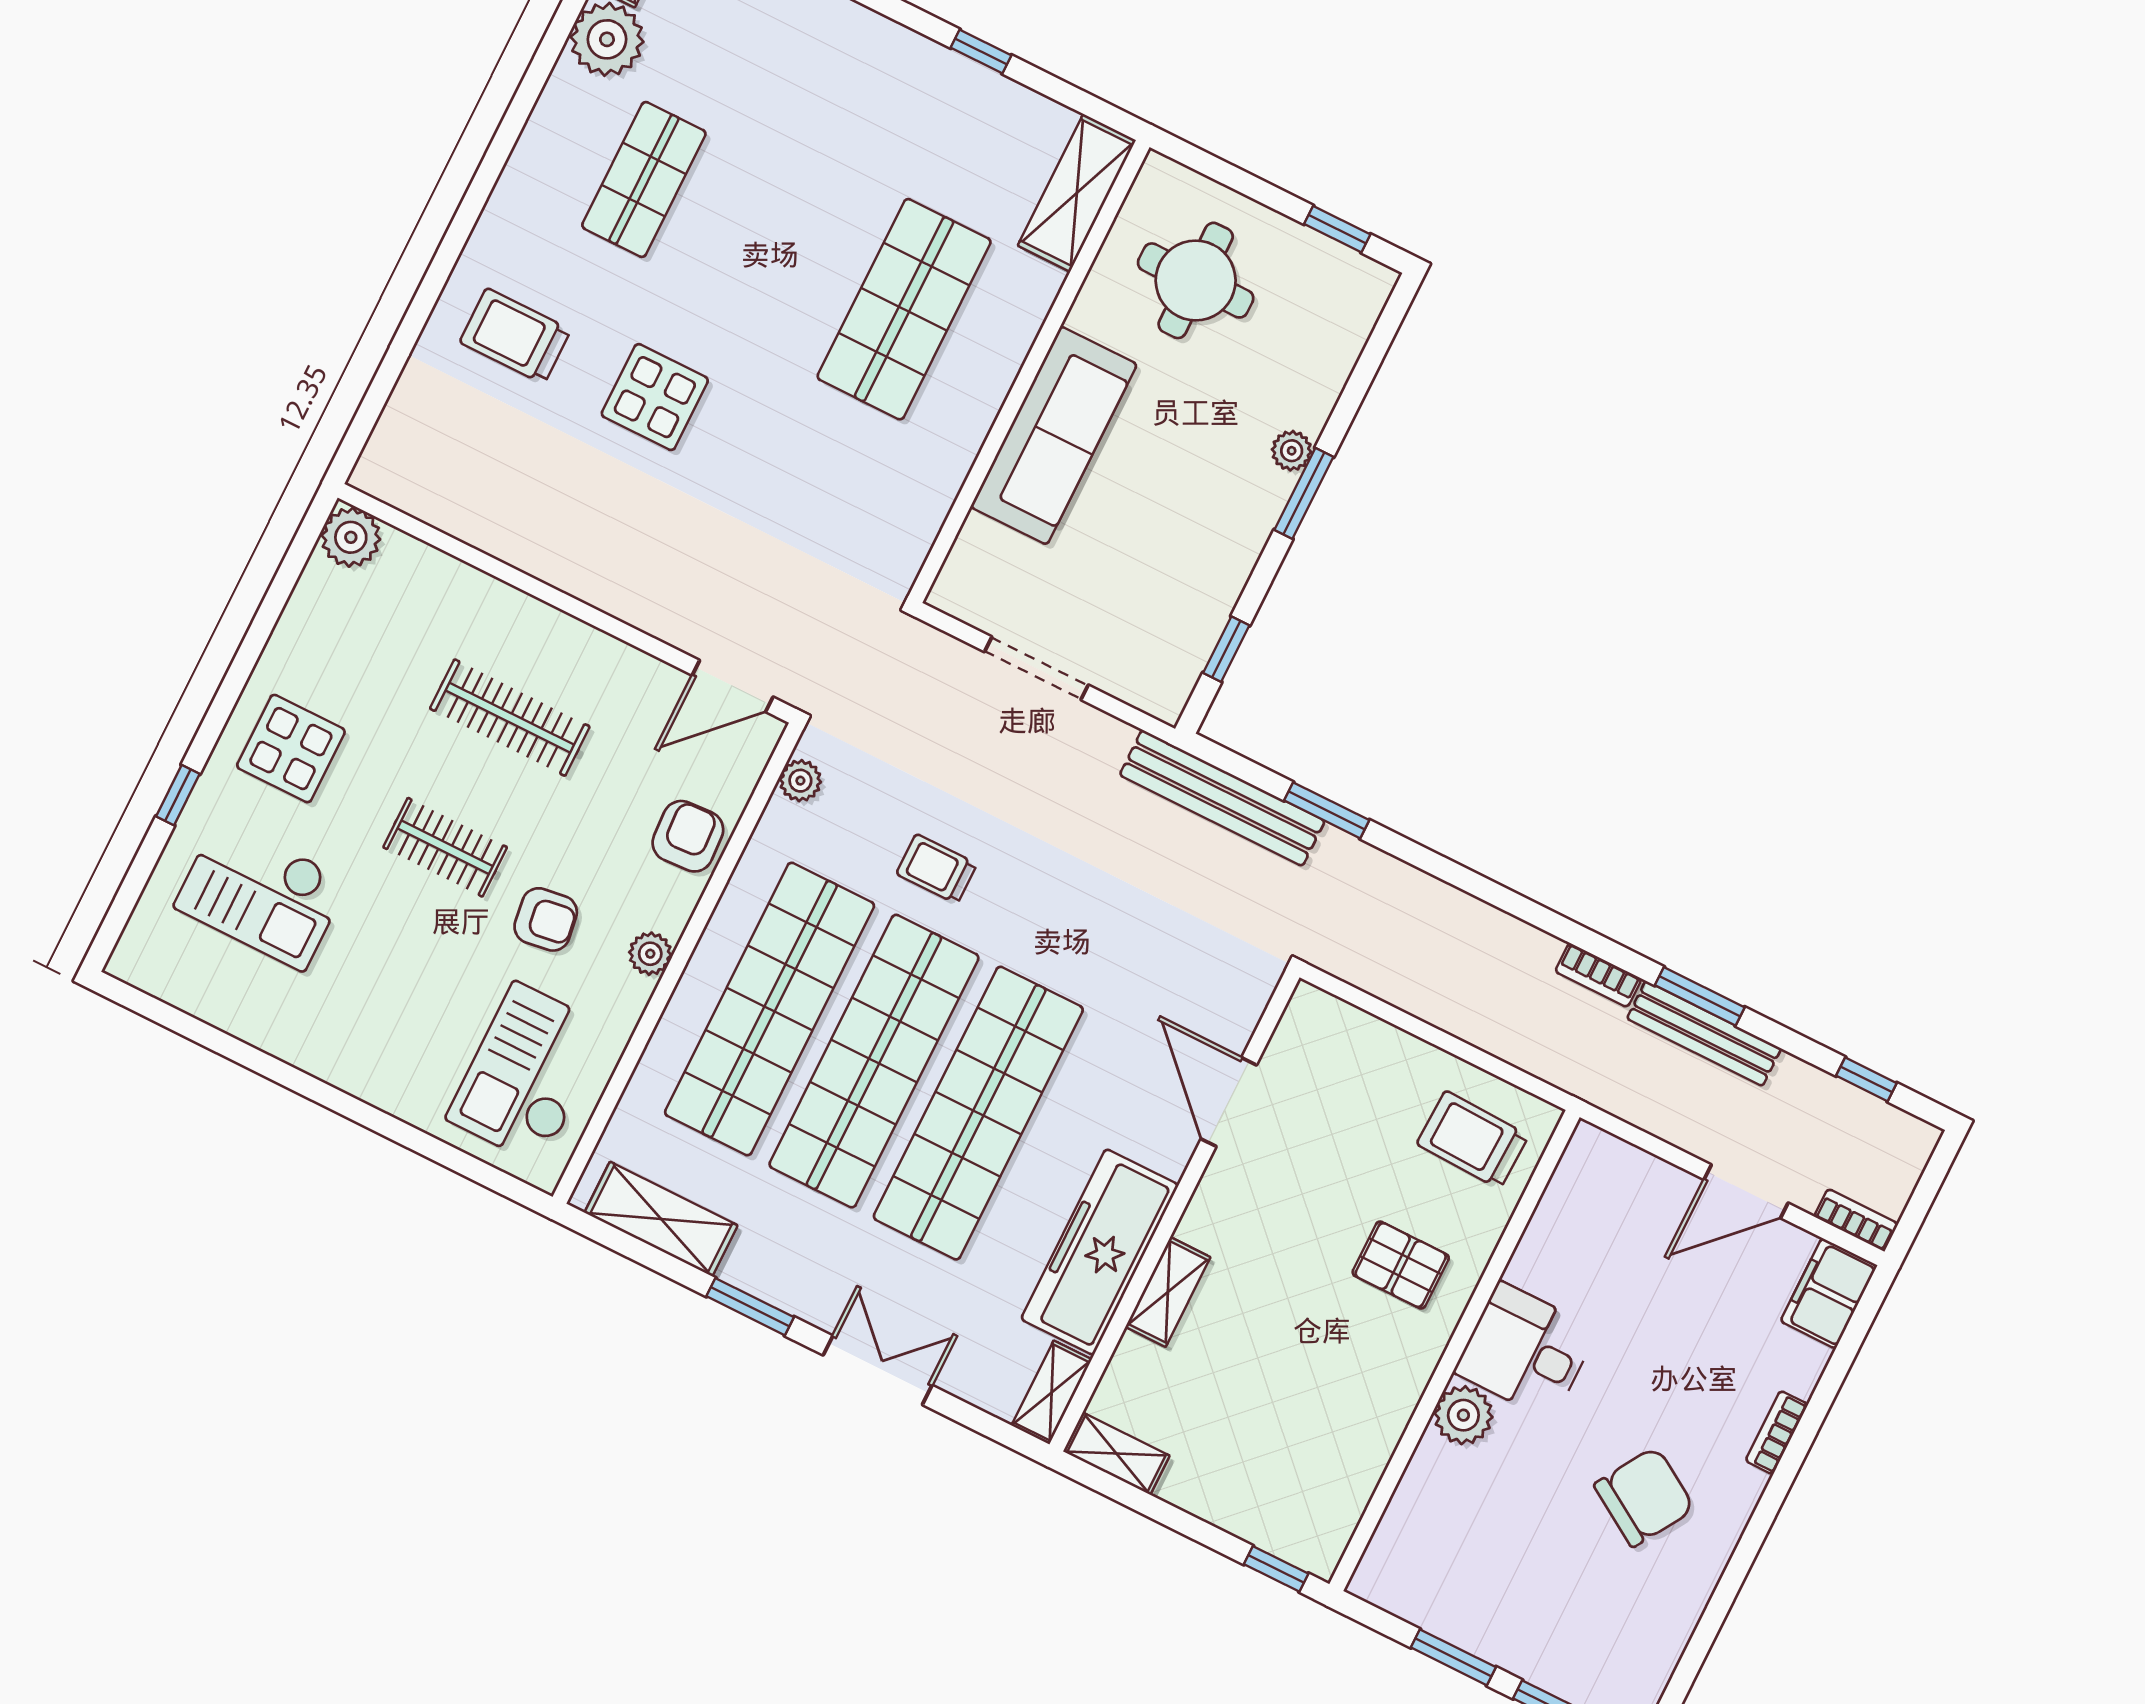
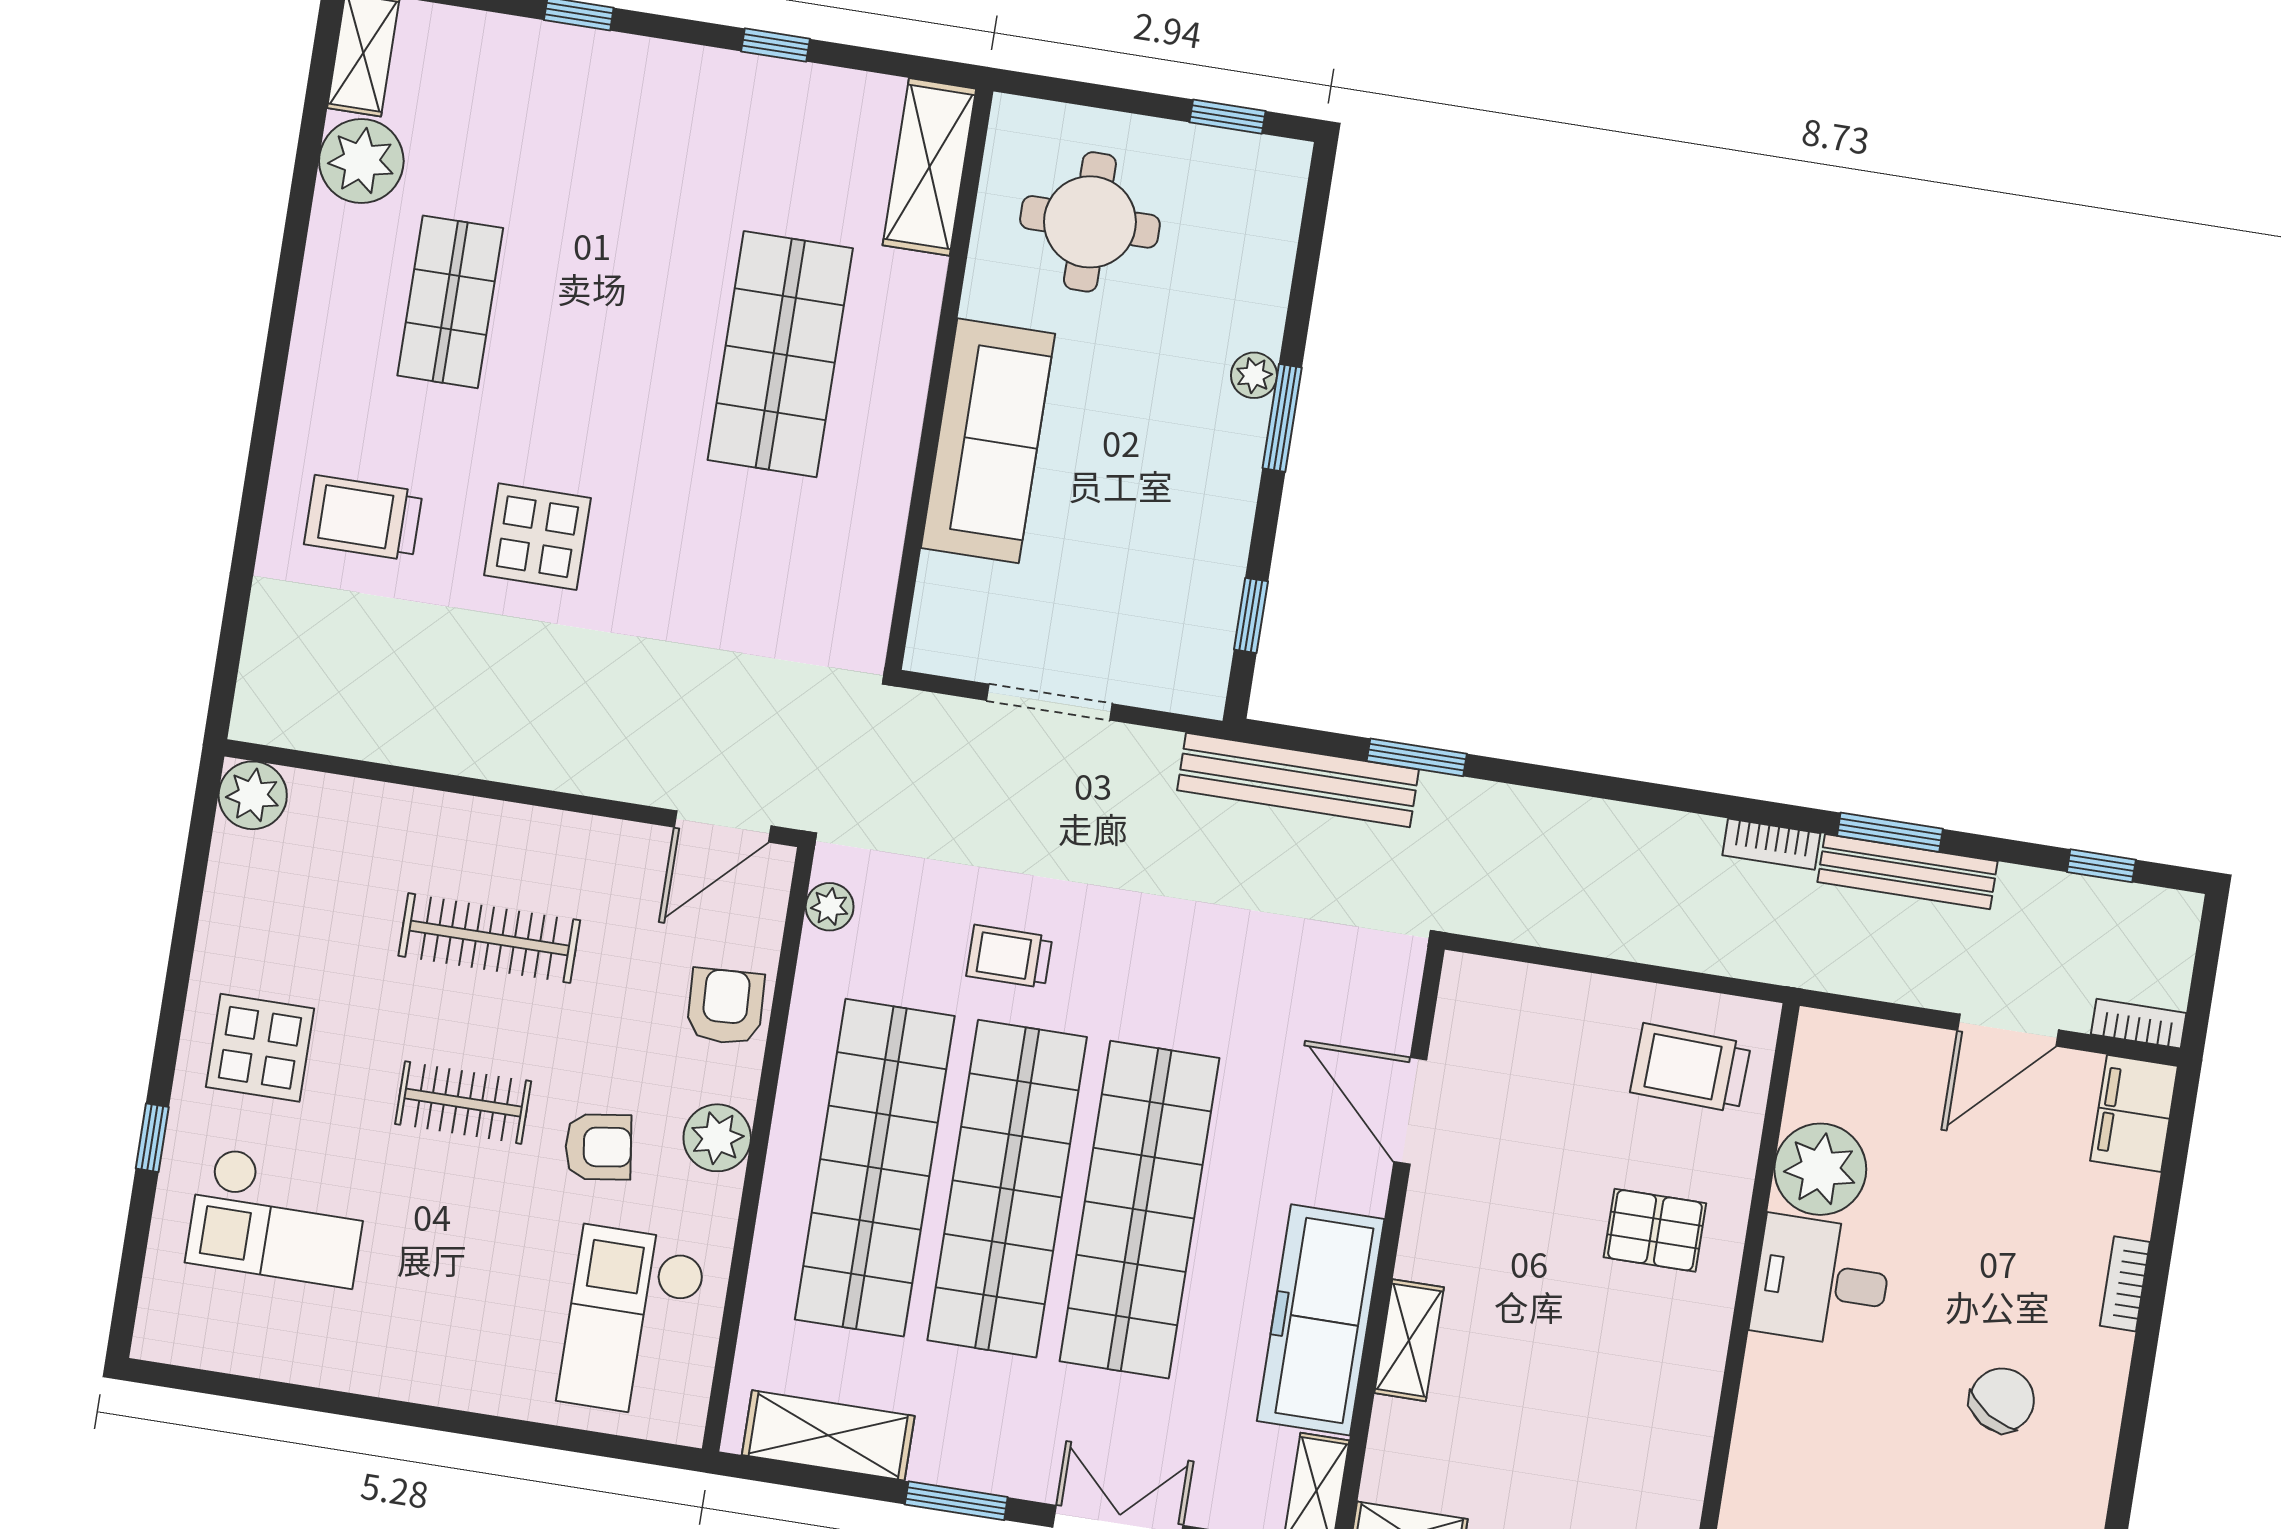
plant: (650, 954) -> (717, 1138), width x1.38, depth x1.38
plant: (1463, 1415) -> (1820, 1169), moved, width x1.36, depth x1.36
chair: (1644, 1497) -> (2002, 1400), width x0.73, depth x0.73

